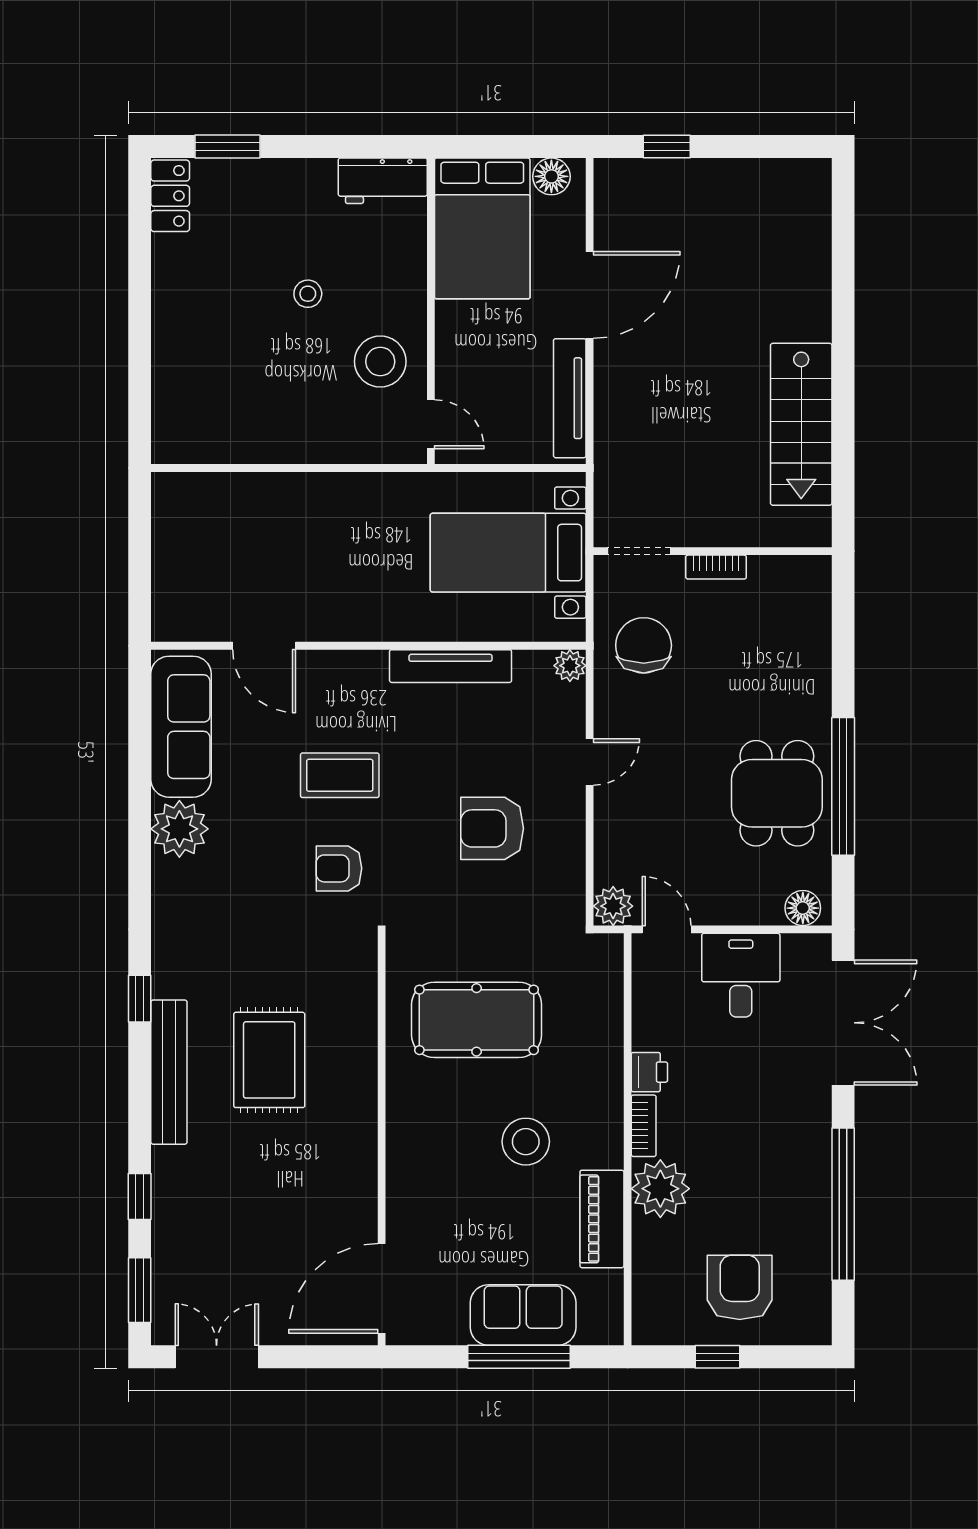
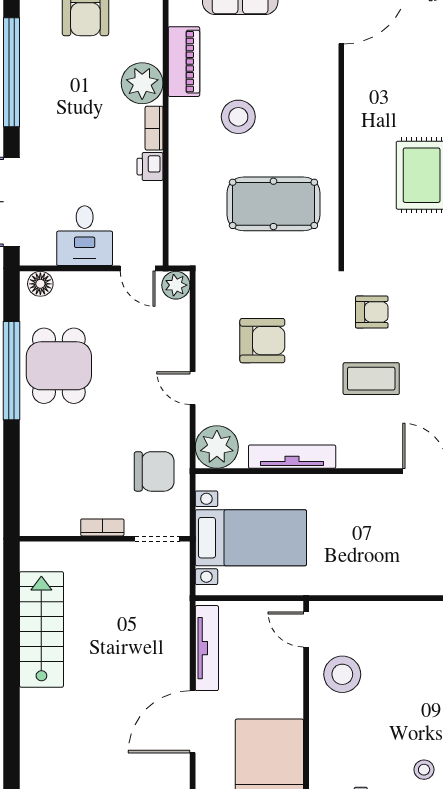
stool: (308, 294) -> (424, 770), moved
chair: (644, 645) -> (154, 471), turned -90
plant: (570, 666) -> (217, 447), width x1.88, depth x1.88
door: (590, 762) -> (193, 388), hinge flipped

